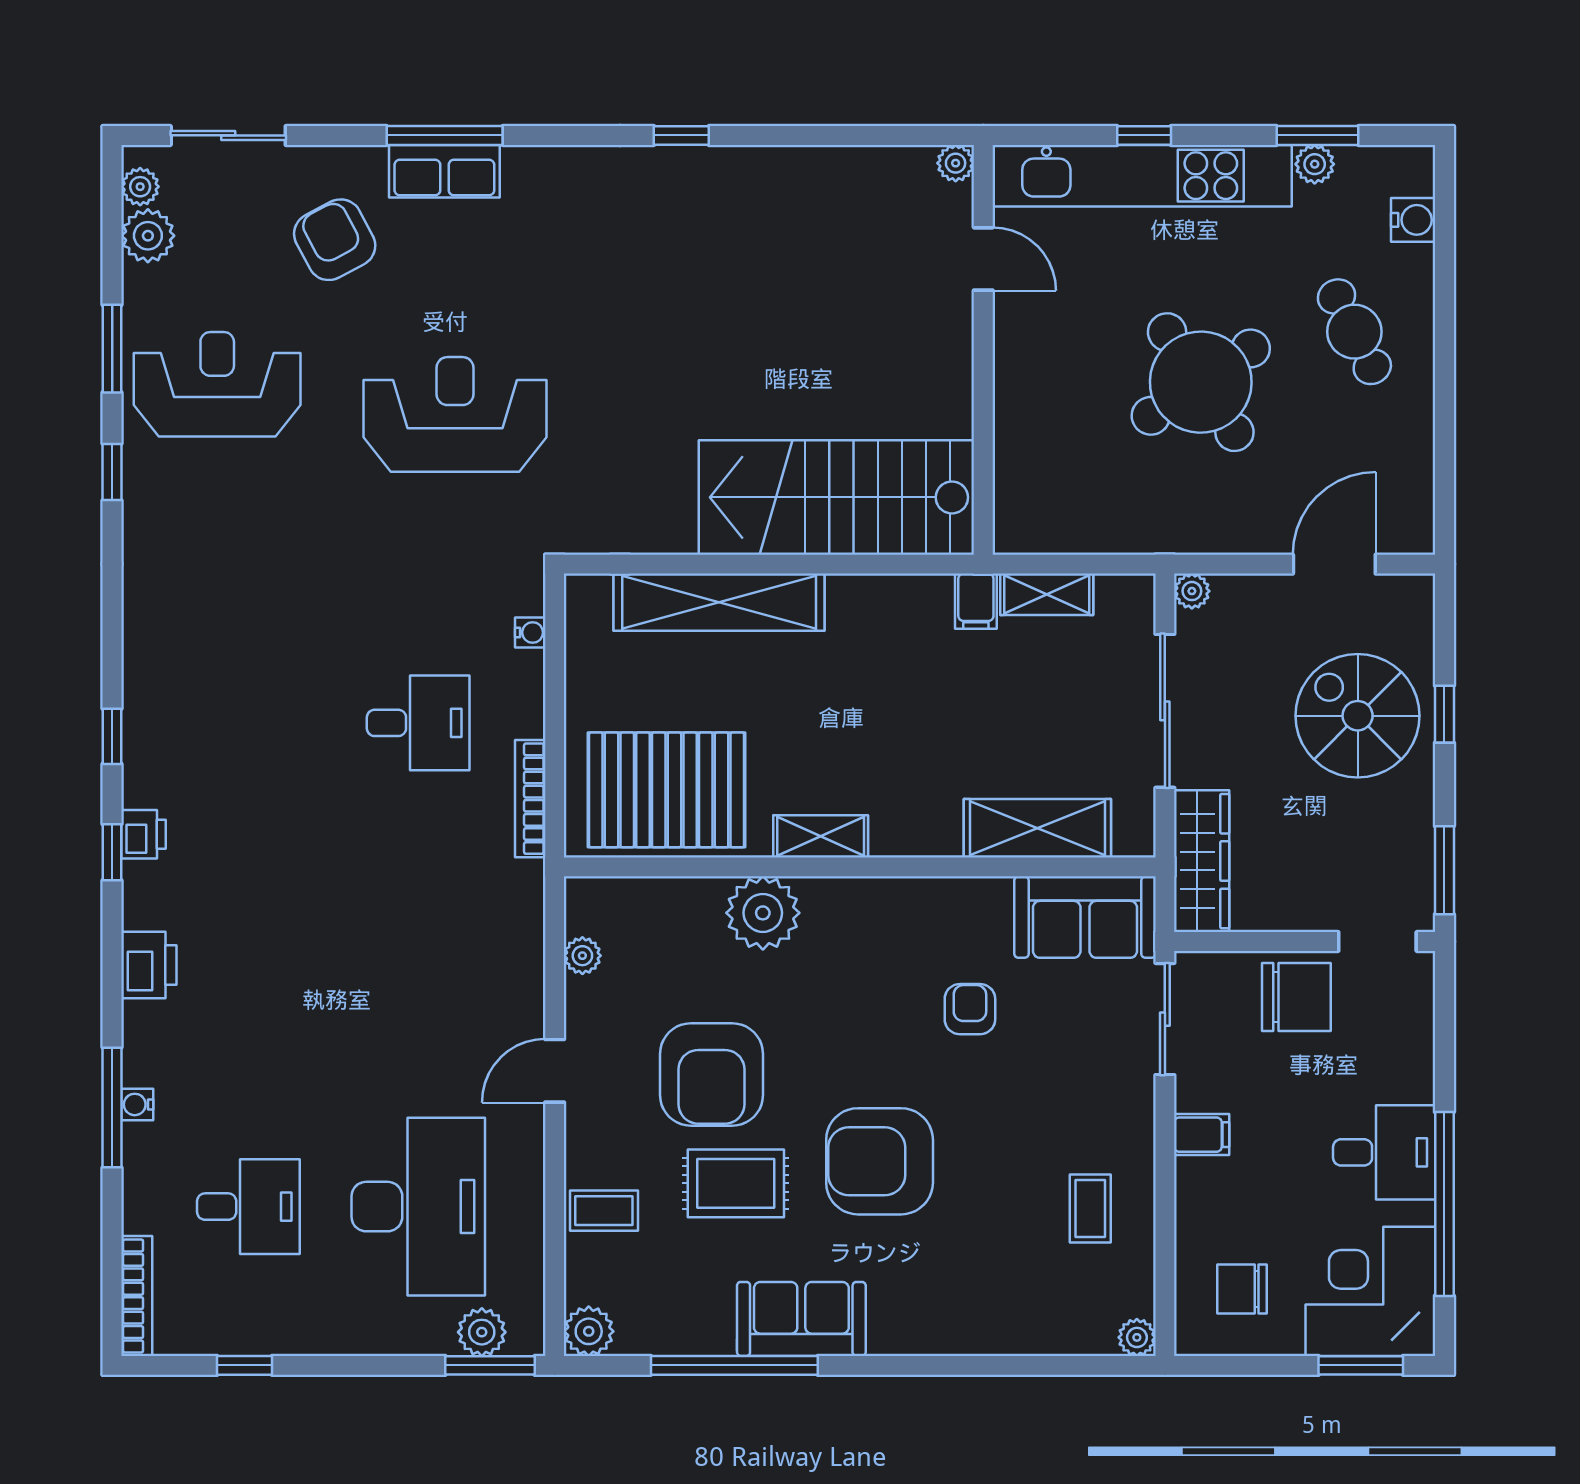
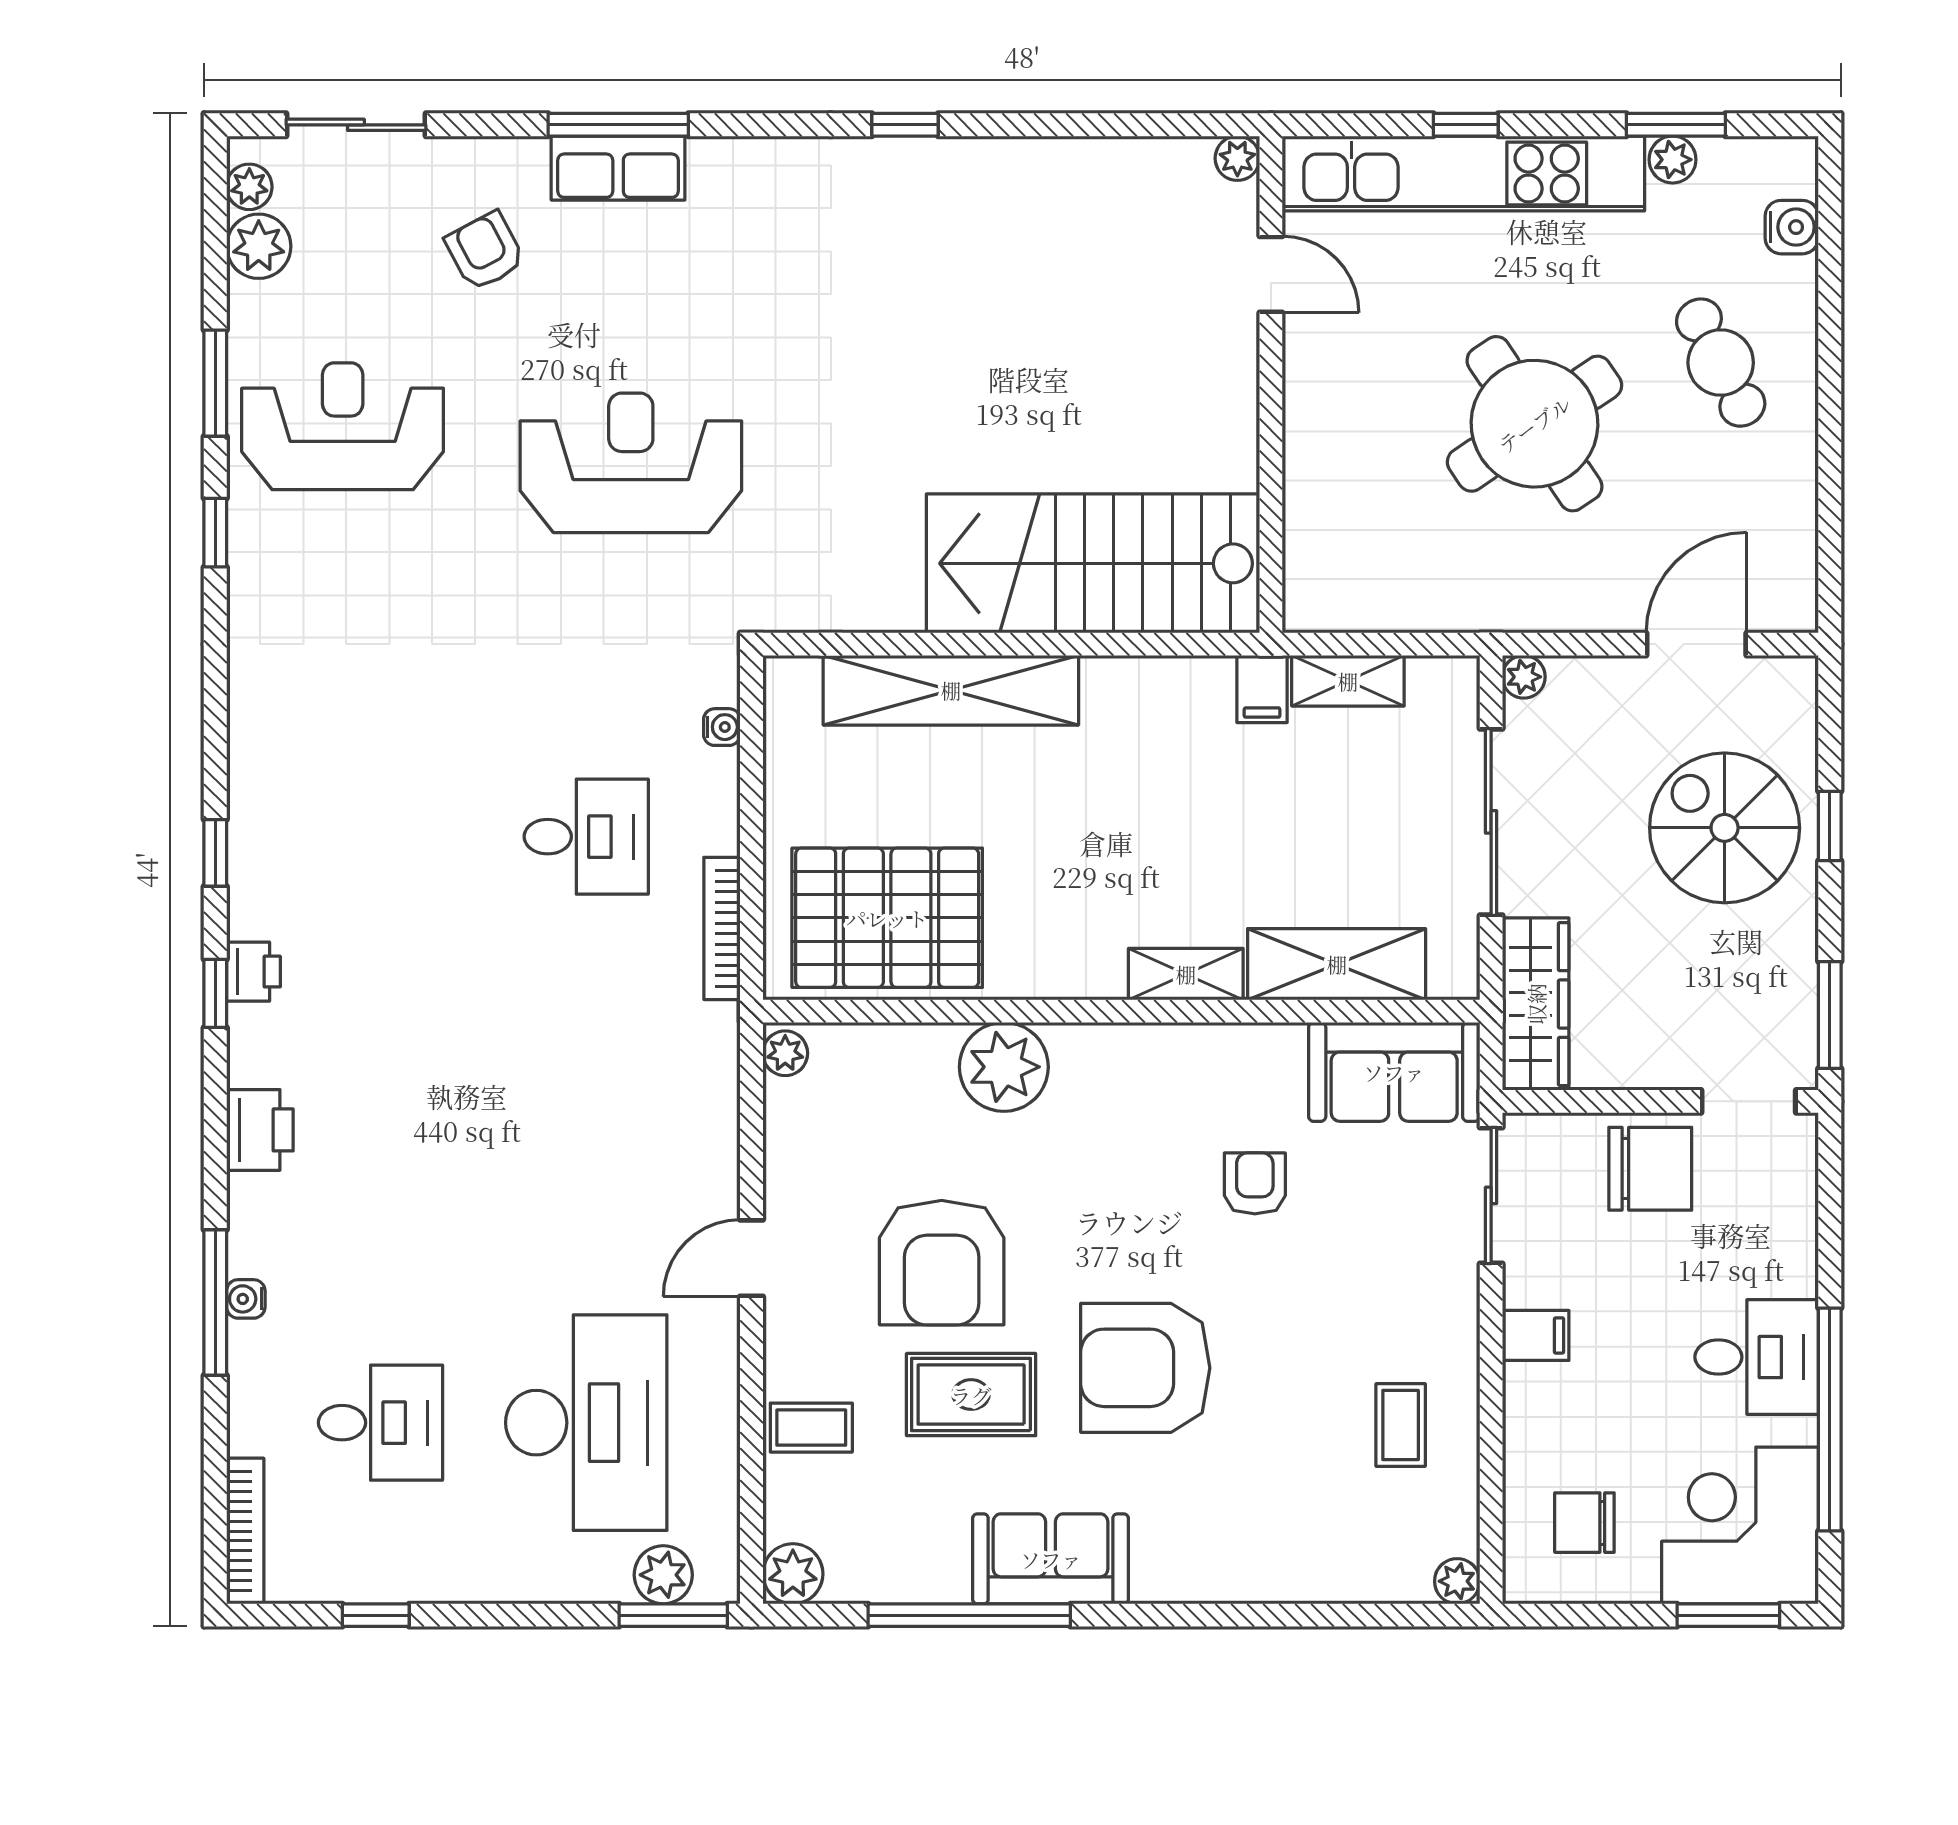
armchair: (335, 240) -> (485, 251), width x0.72, depth x0.72
shelving: (821, 836) -> (1186, 974), moved
plant: (582, 956) -> (785, 1053), moved

